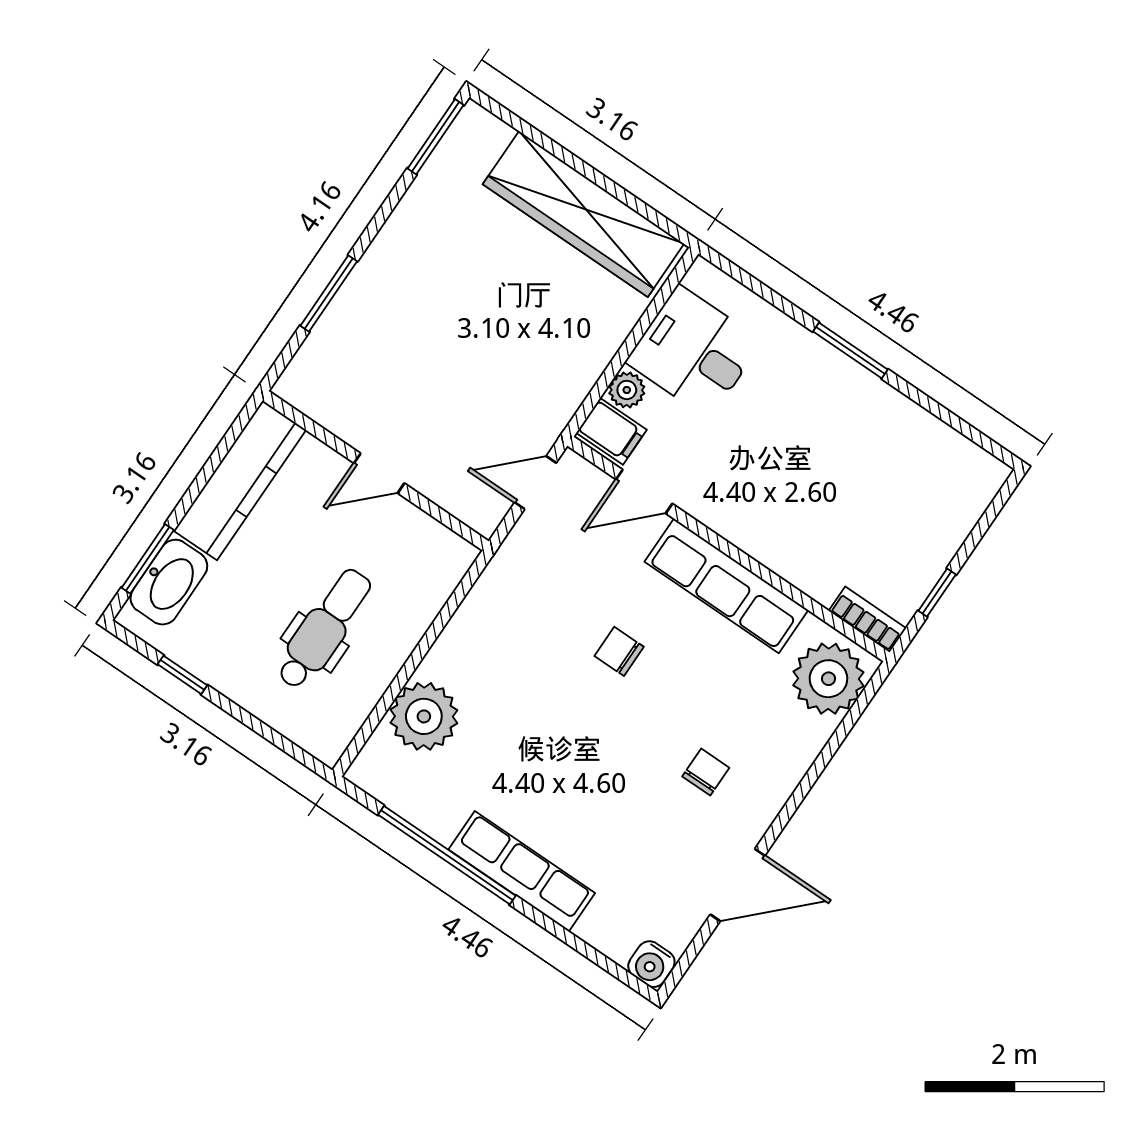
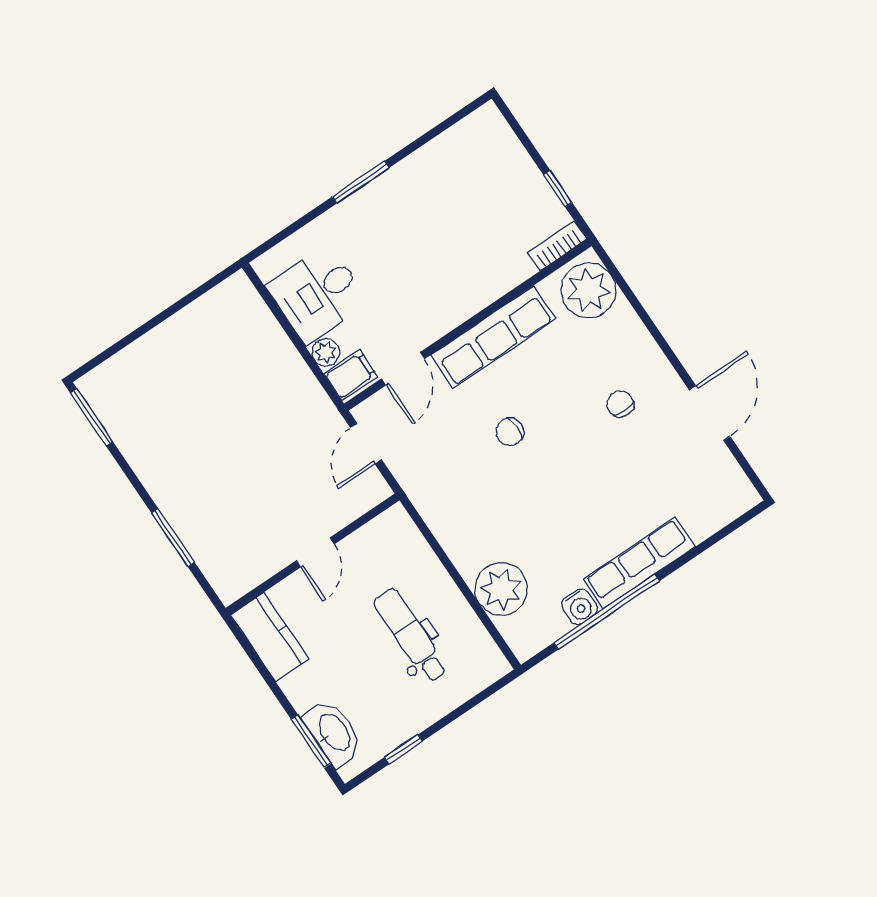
wardrobe: (583, 214) -> (188, 334), removed
kitchen counter: (240, 480) -> (270, 637), width x0.67
water cooler: (651, 964) -> (580, 607), moved

